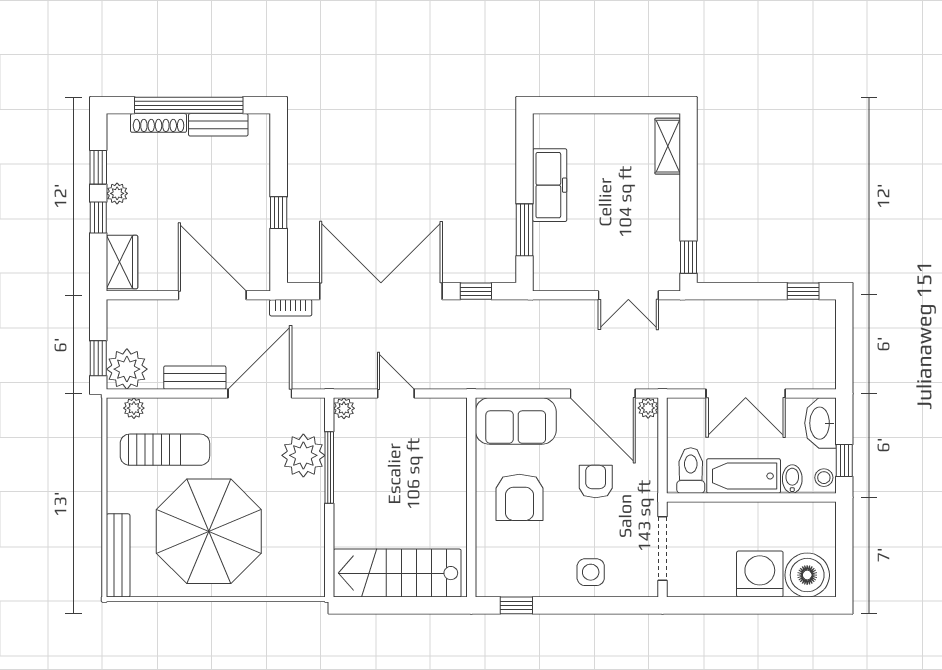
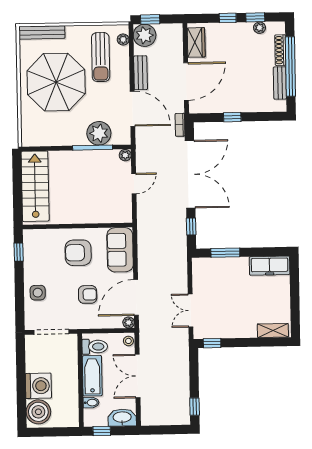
freezer: (550, 185) -> (270, 266), moved
plant: (117, 193) -> (260, 28), moved
wardrobe: (122, 262) -> (196, 42), moved, turned -90
stool: (824, 478) -> (128, 341), moved

